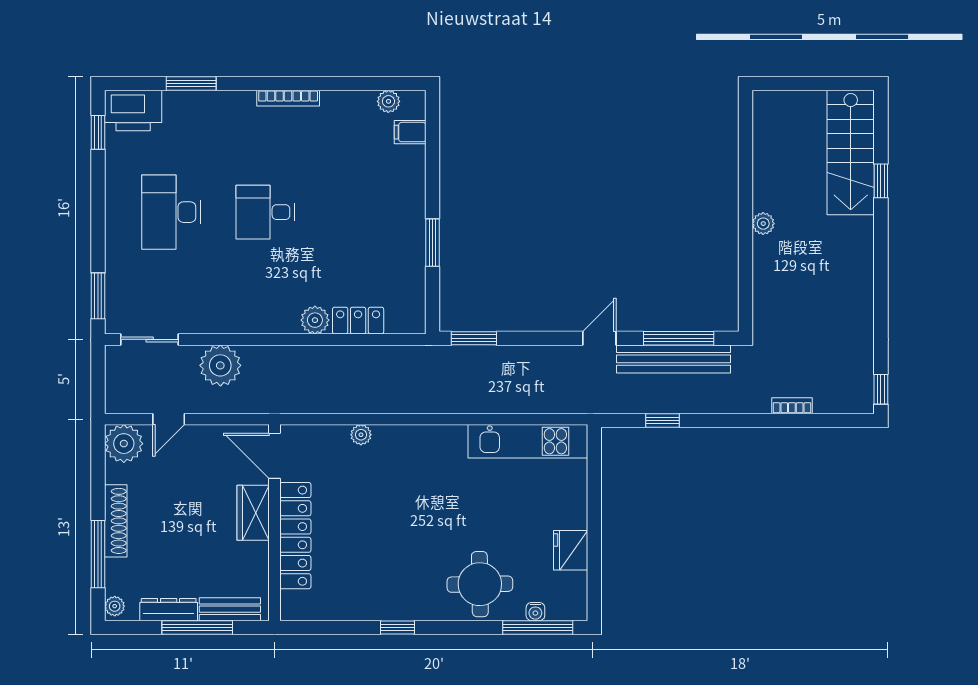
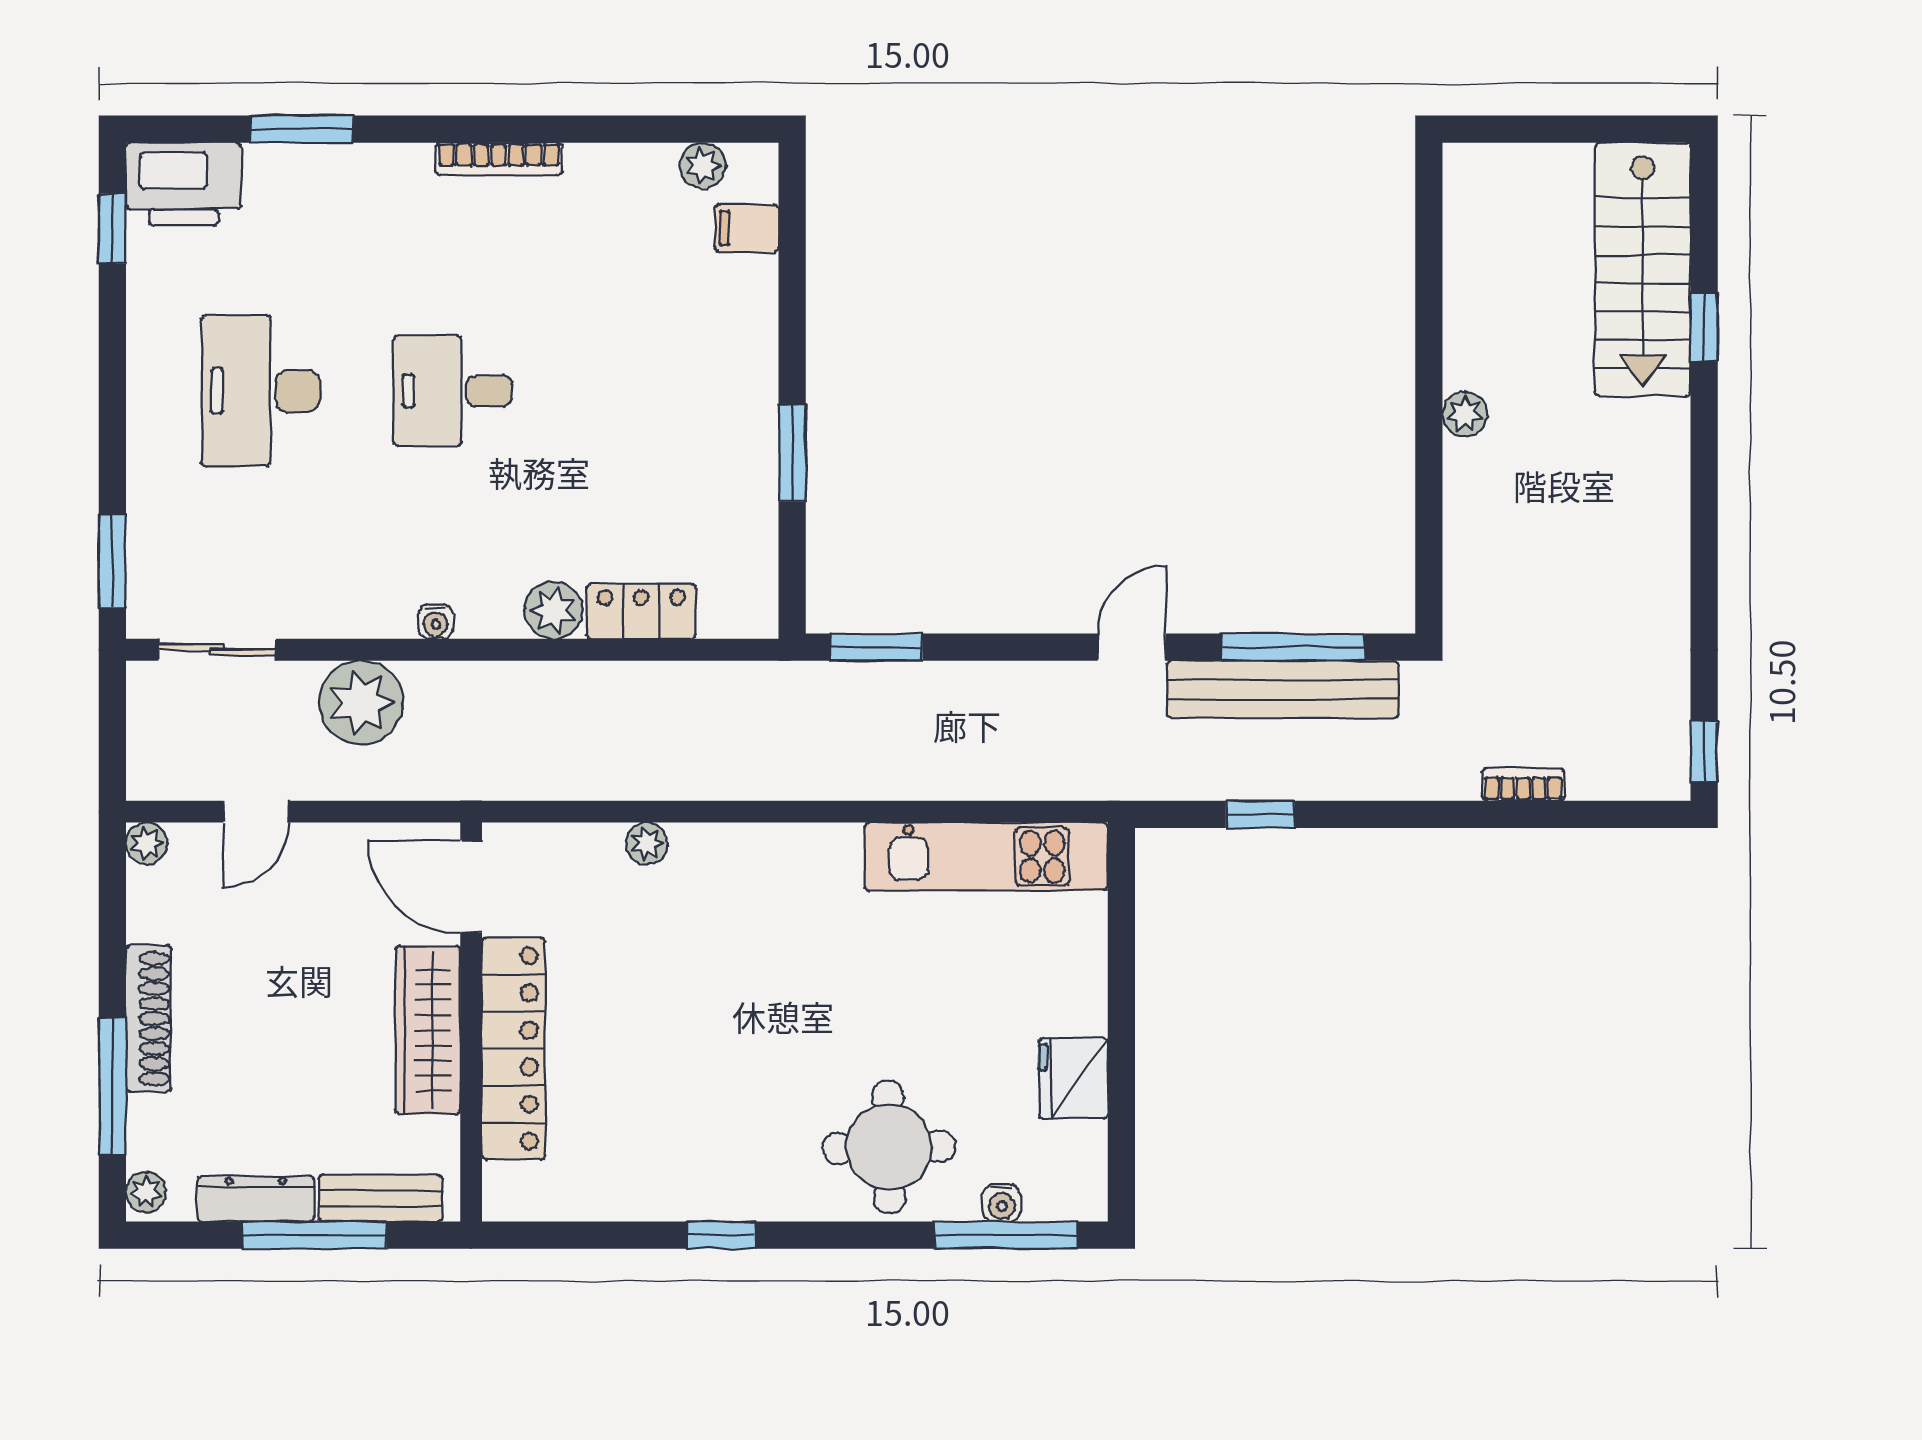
water cooler: (257, 326) -> (436, 622), added
plant: (124, 444) -> (147, 843), width x0.53, depth x0.53
wardrobe: (253, 513) -> (428, 1030), width x1.50

